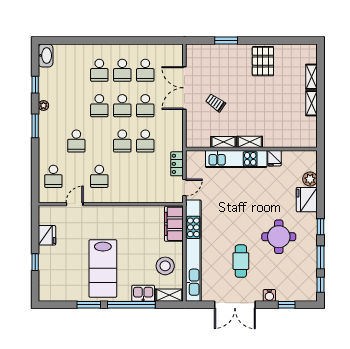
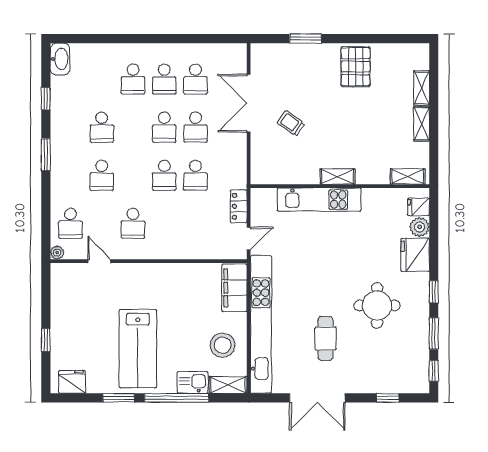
plant: (43, 105) -> (57, 253), moved
school desk: (99, 106) -> (102, 127), moved
shelving: (223, 142) -> (408, 177), moved
fridge: (274, 158) -> (419, 207), moved, turned 90
door: (75, 204) -> (99, 261), hinge flipped
fridge: (47, 235) -> (72, 382), moved, turned -90
water cooler: (269, 295) -> (364, 385), removed

